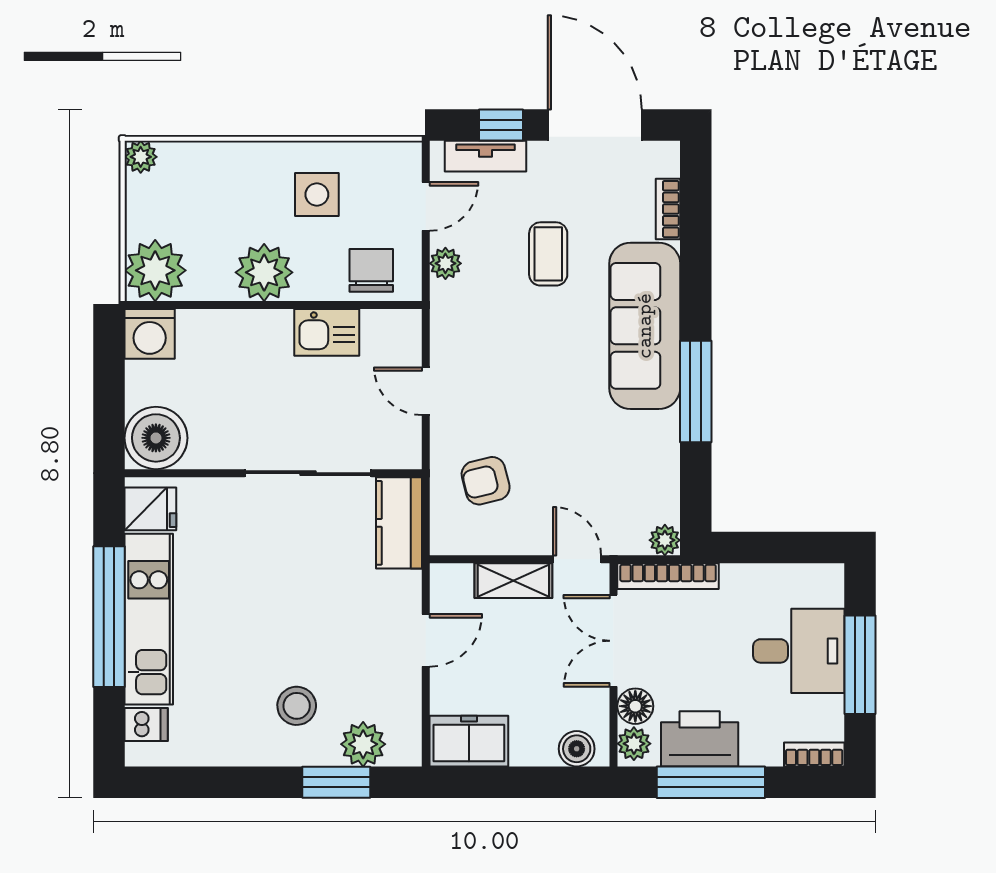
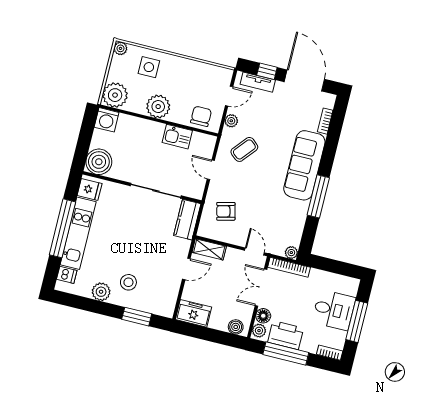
side table: (317, 194) -> (149, 67), moved
coffee table: (548, 254) -> (244, 149), moved, turned 40
shelving: (513, 581) -> (209, 249), moved
plant: (363, 744) -> (101, 292), moved

